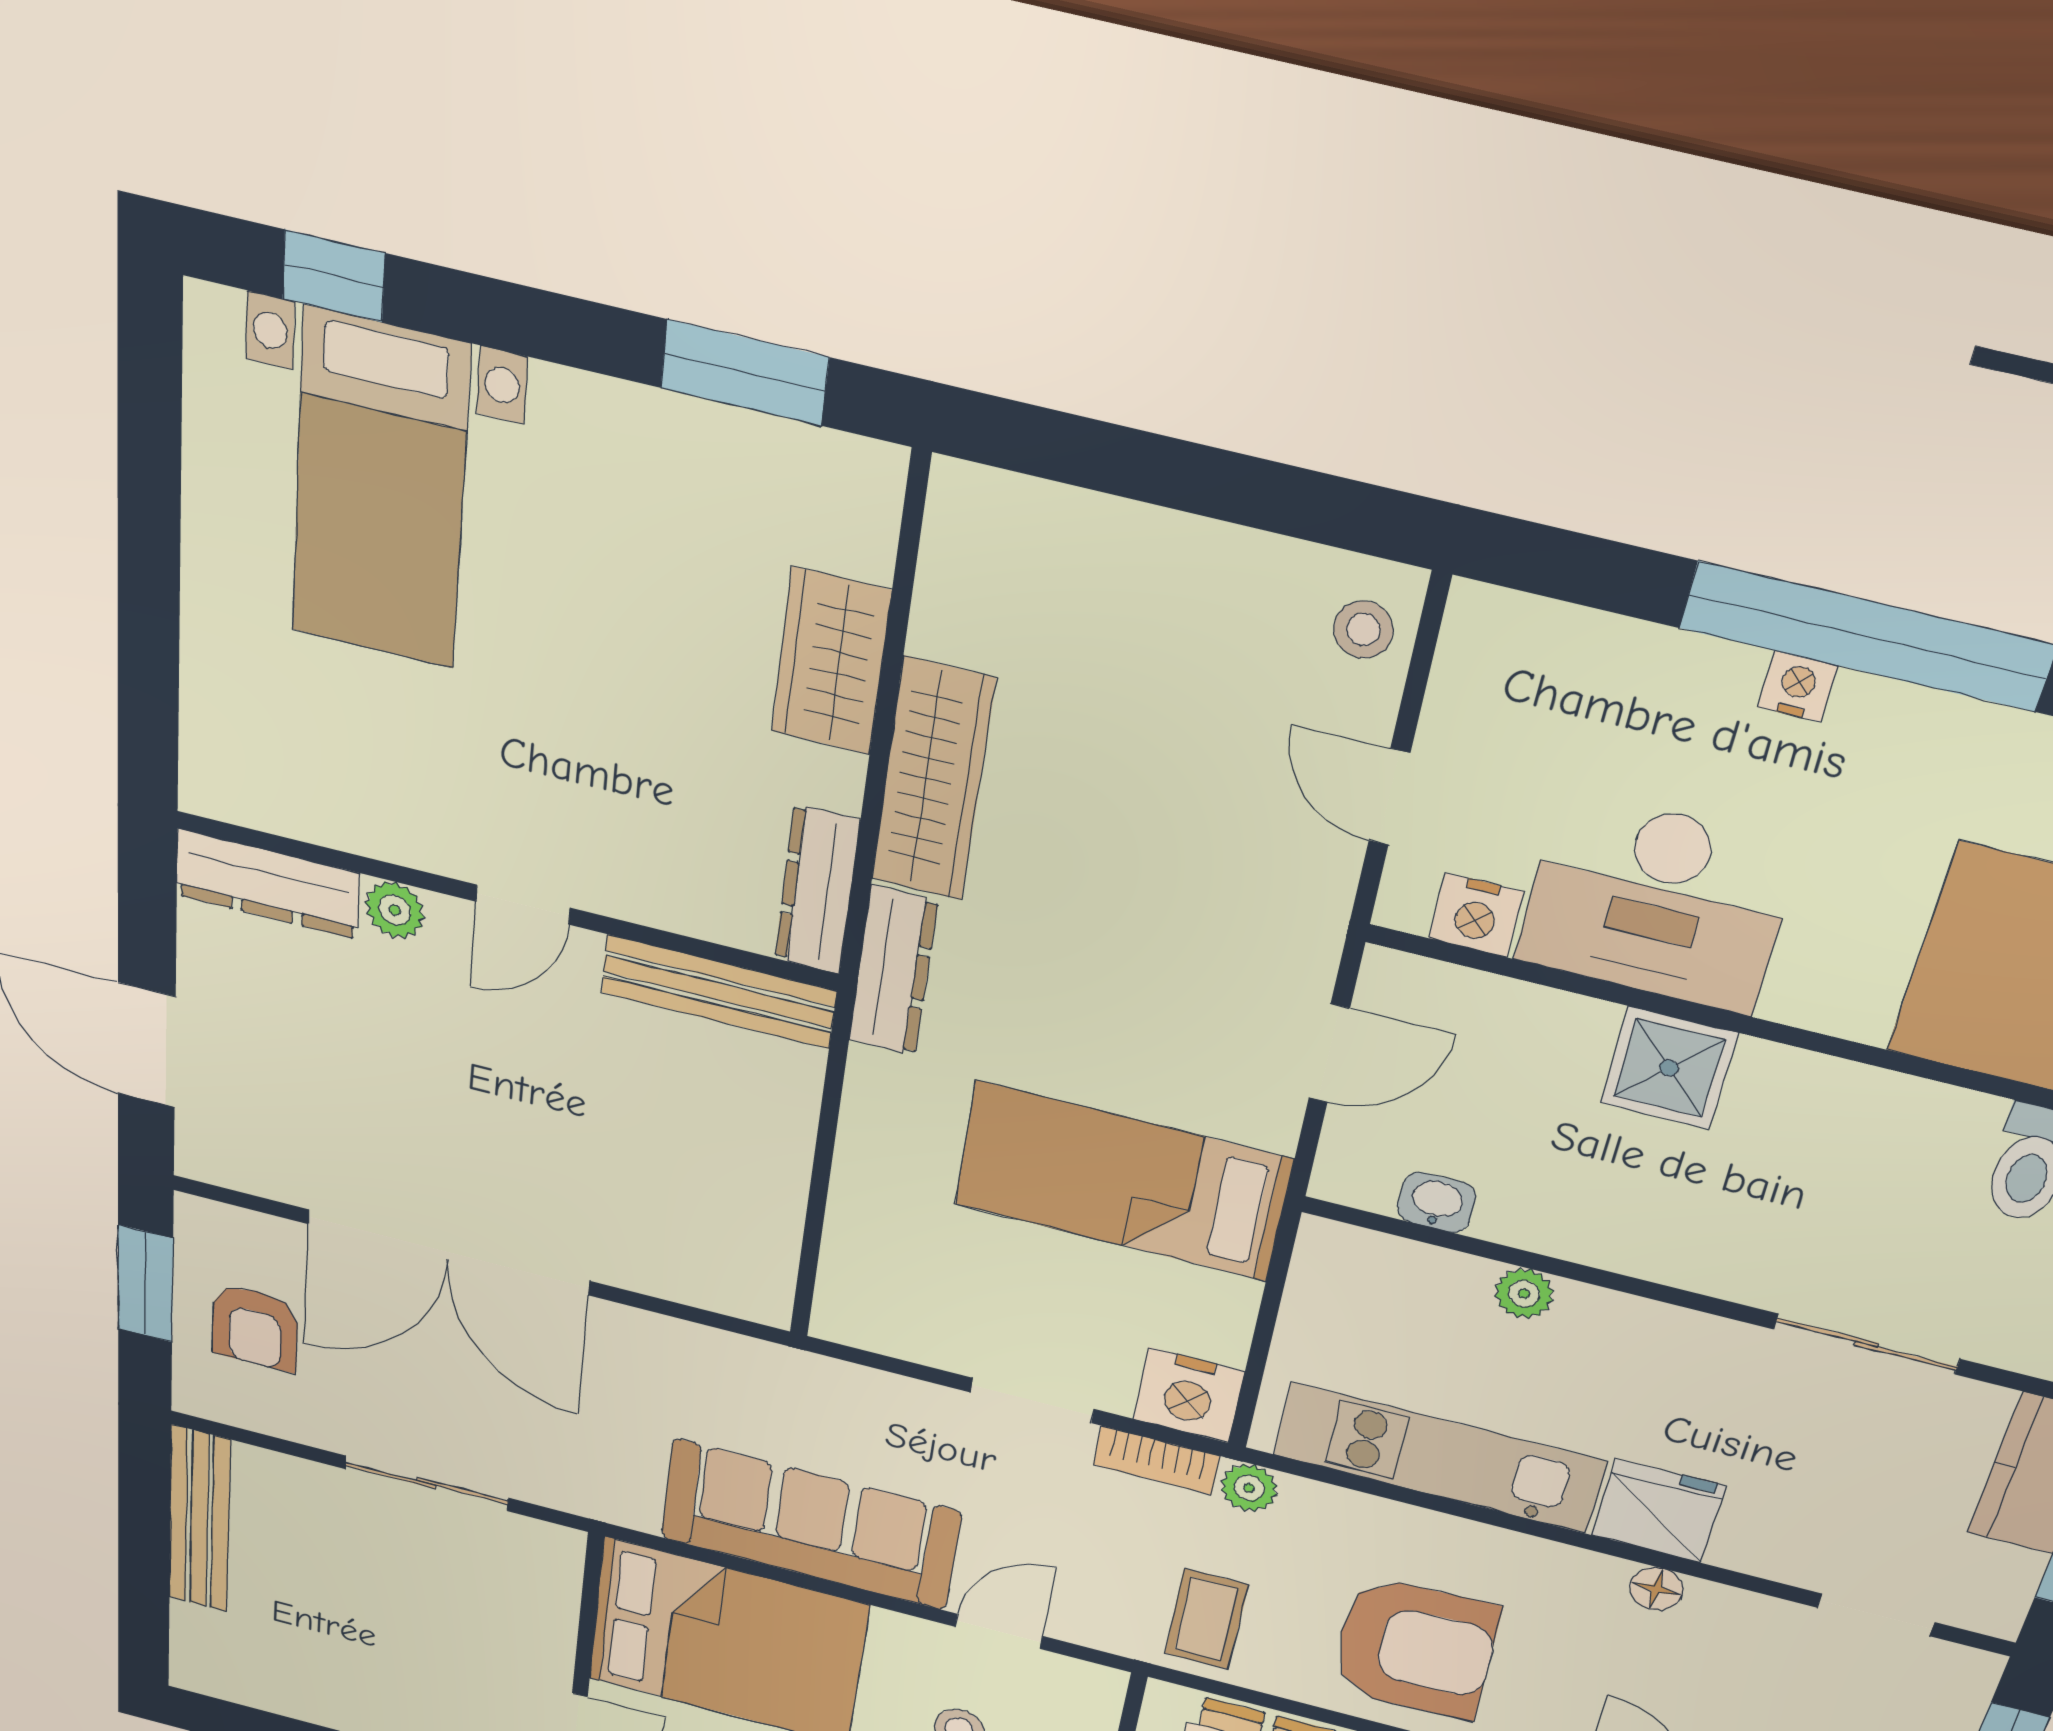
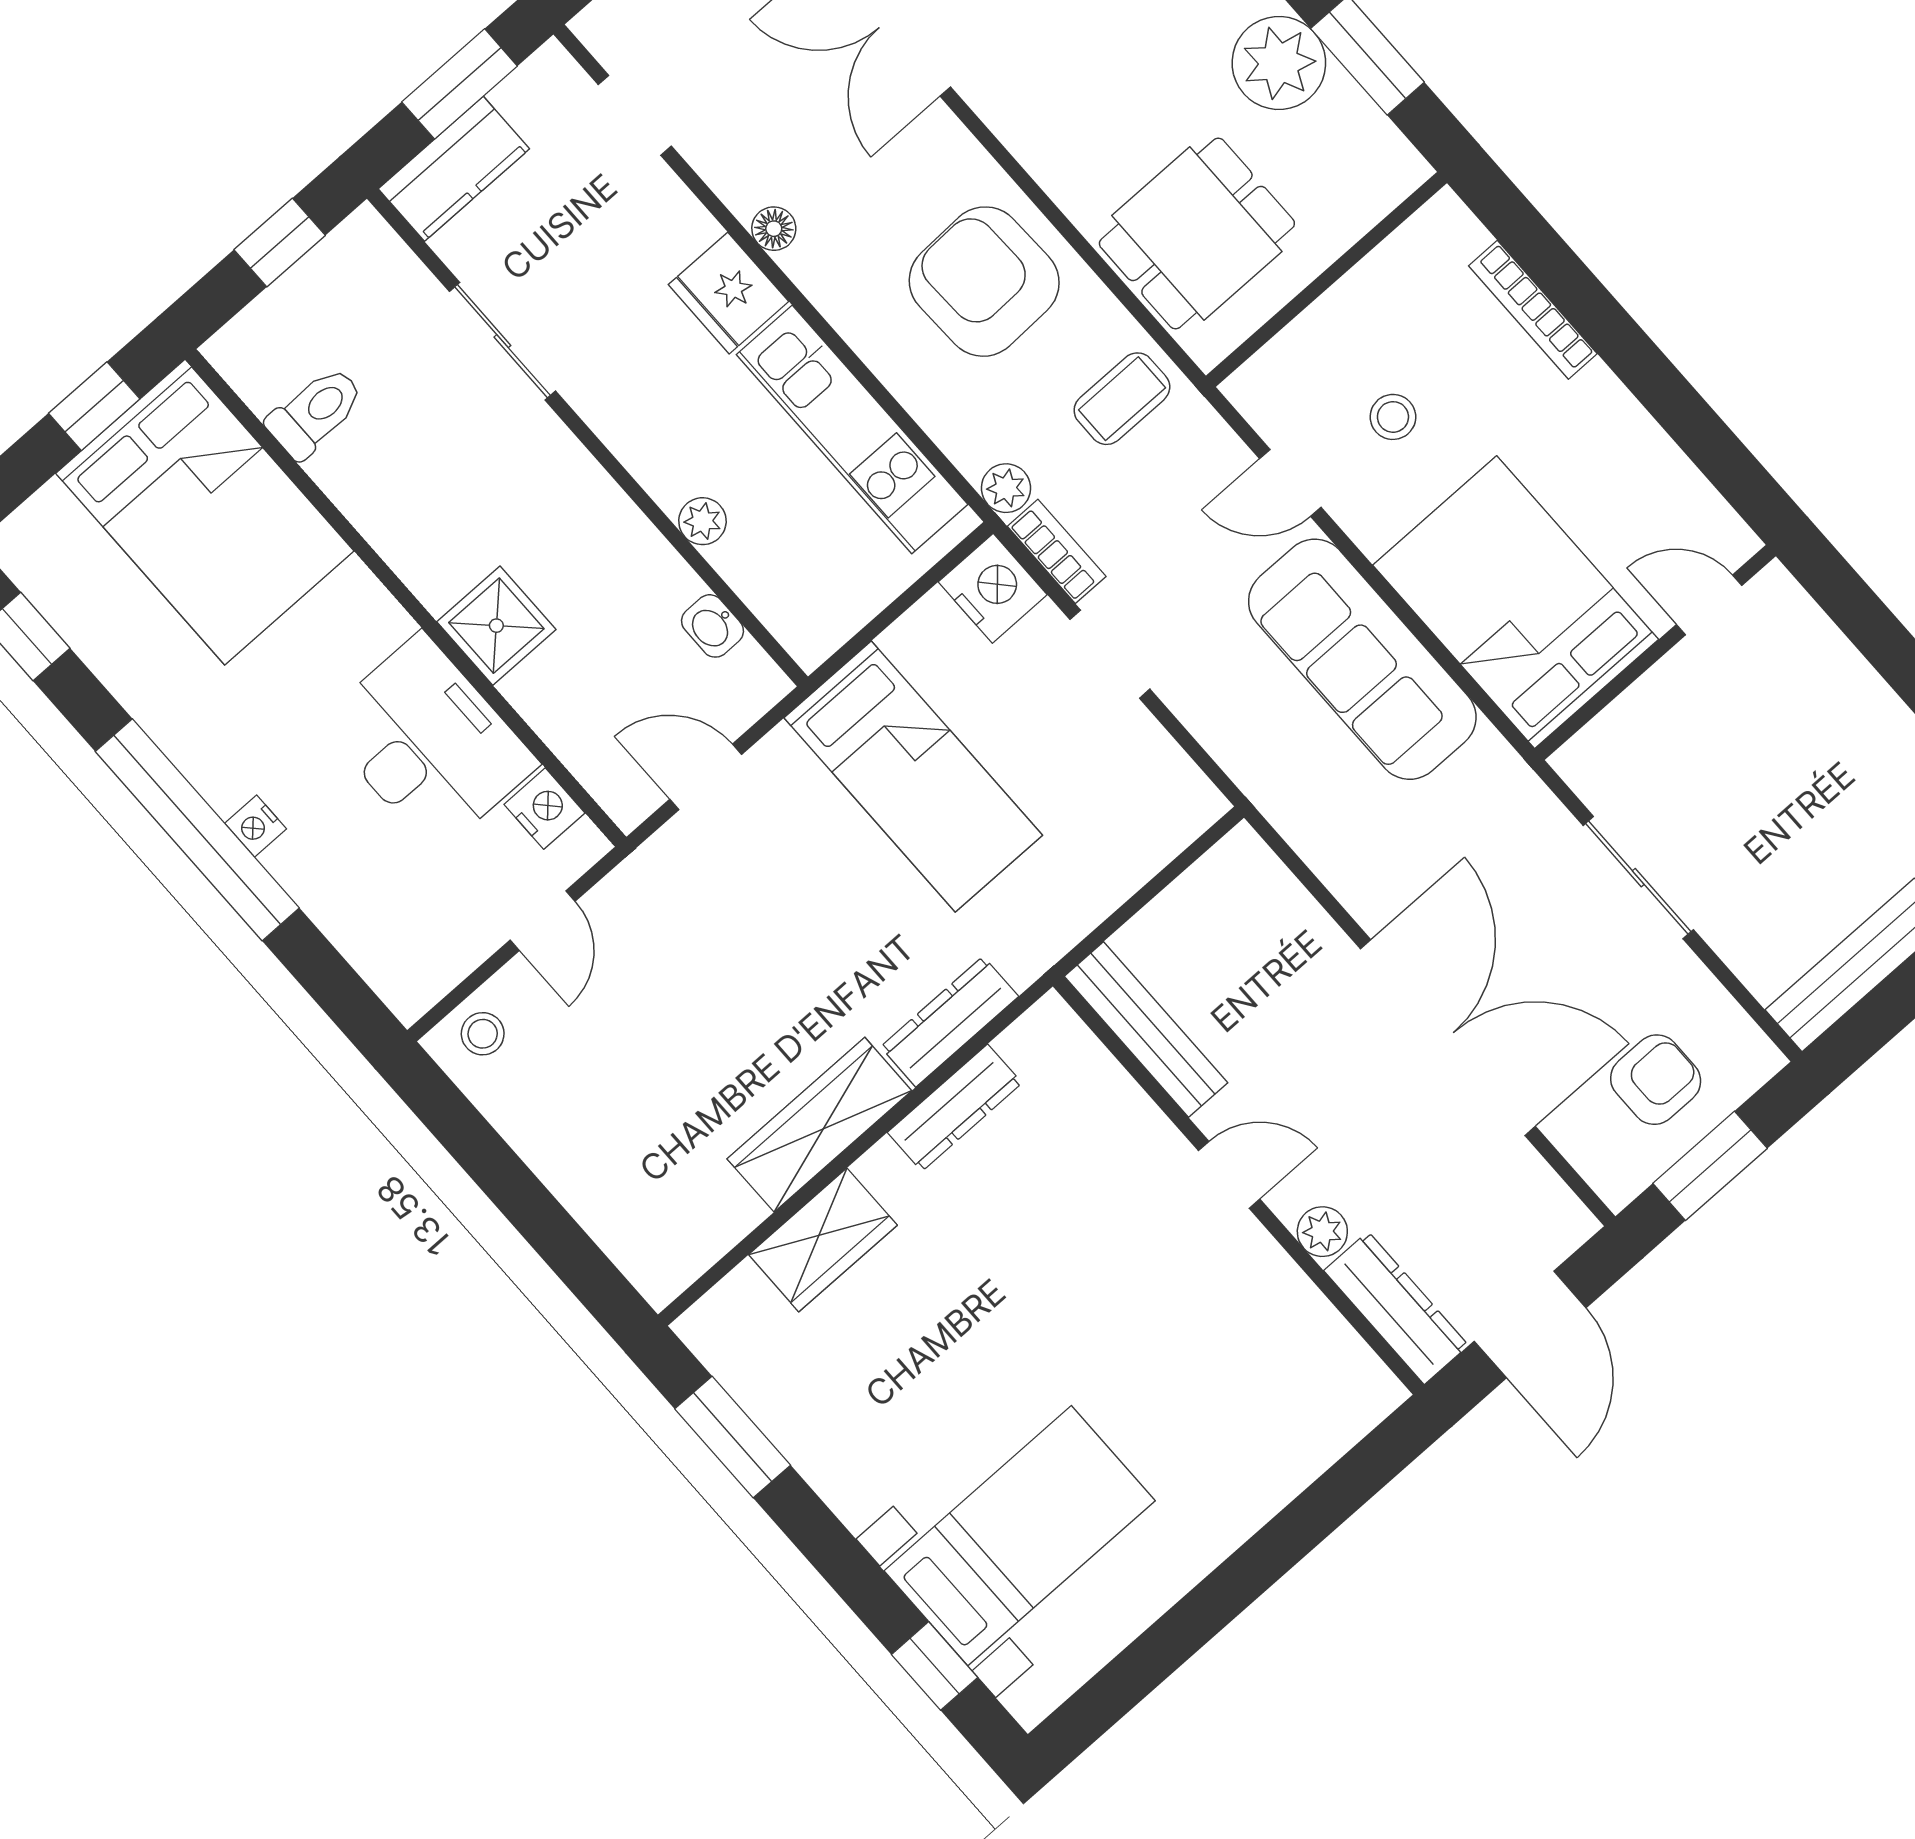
dresser: (268, 884) -> (1396, 1308), moved
wall: (506, 900) -> (1239, 1185), moved
door: (523, 905) -> (1229, 1175), moved
plant: (395, 910) -> (1322, 1232), moved
bench: (718, 992) -> (1146, 1029), moved

